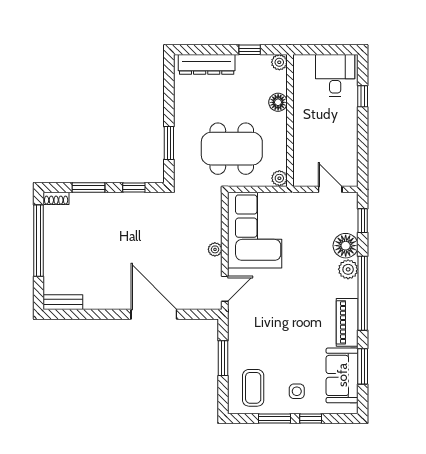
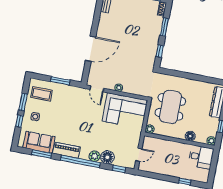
desk: (335, 75) -> (201, 157), moved
window: (169, 143) -> (180, 74), removed

